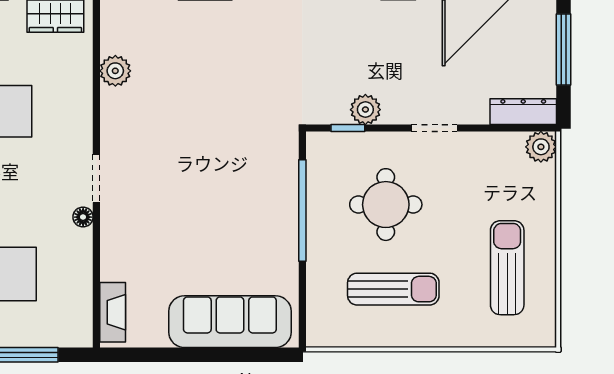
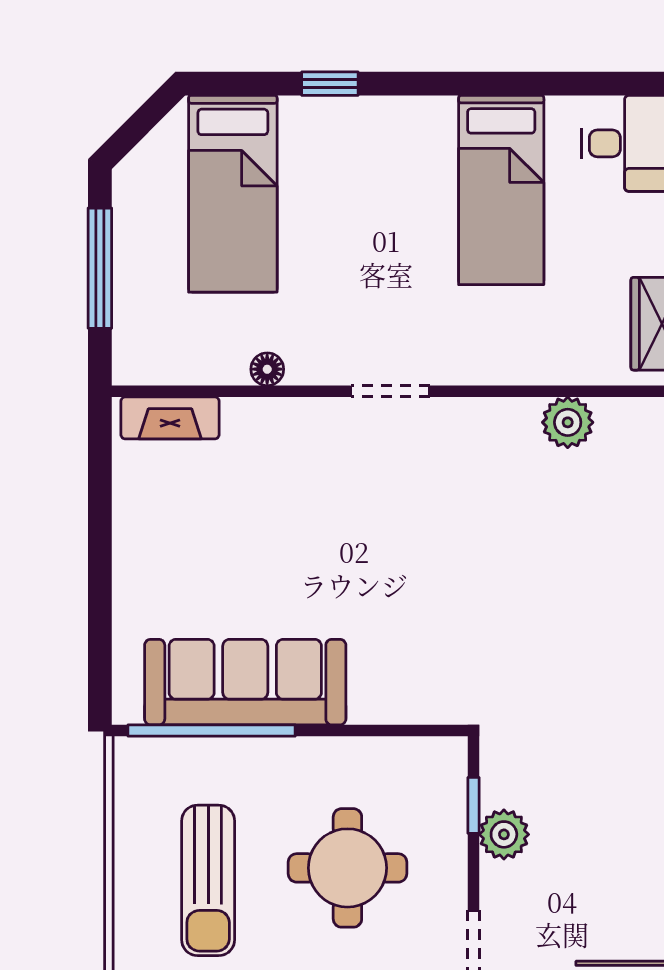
window: (302, 210) -> (212, 730), moved
floor lamp: (83, 217) -> (267, 369), moved
sofa: (230, 322) -> (245, 682), moved, turned -90

